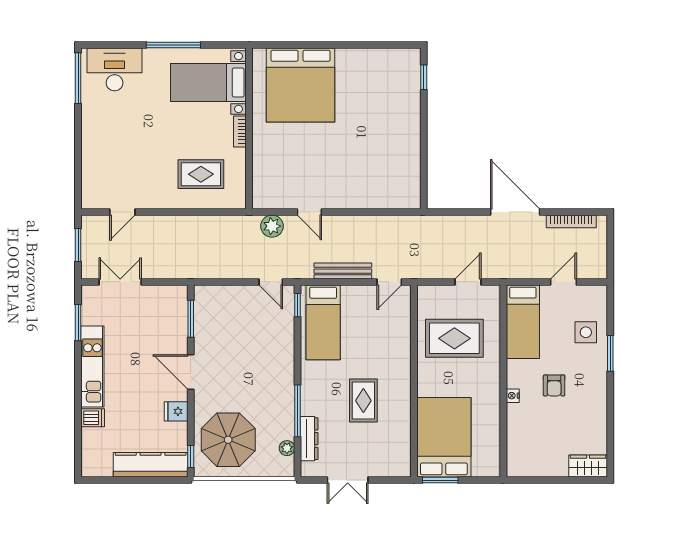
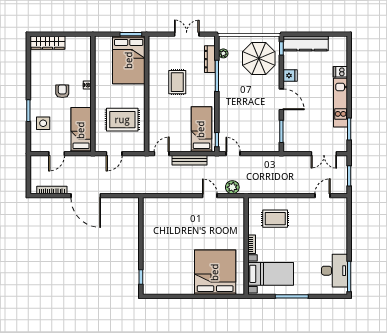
desk: (115, 69) -> (335, 271), moved, turned -90
wardrobe: (588, 466) -> (48, 43), width x1.50

